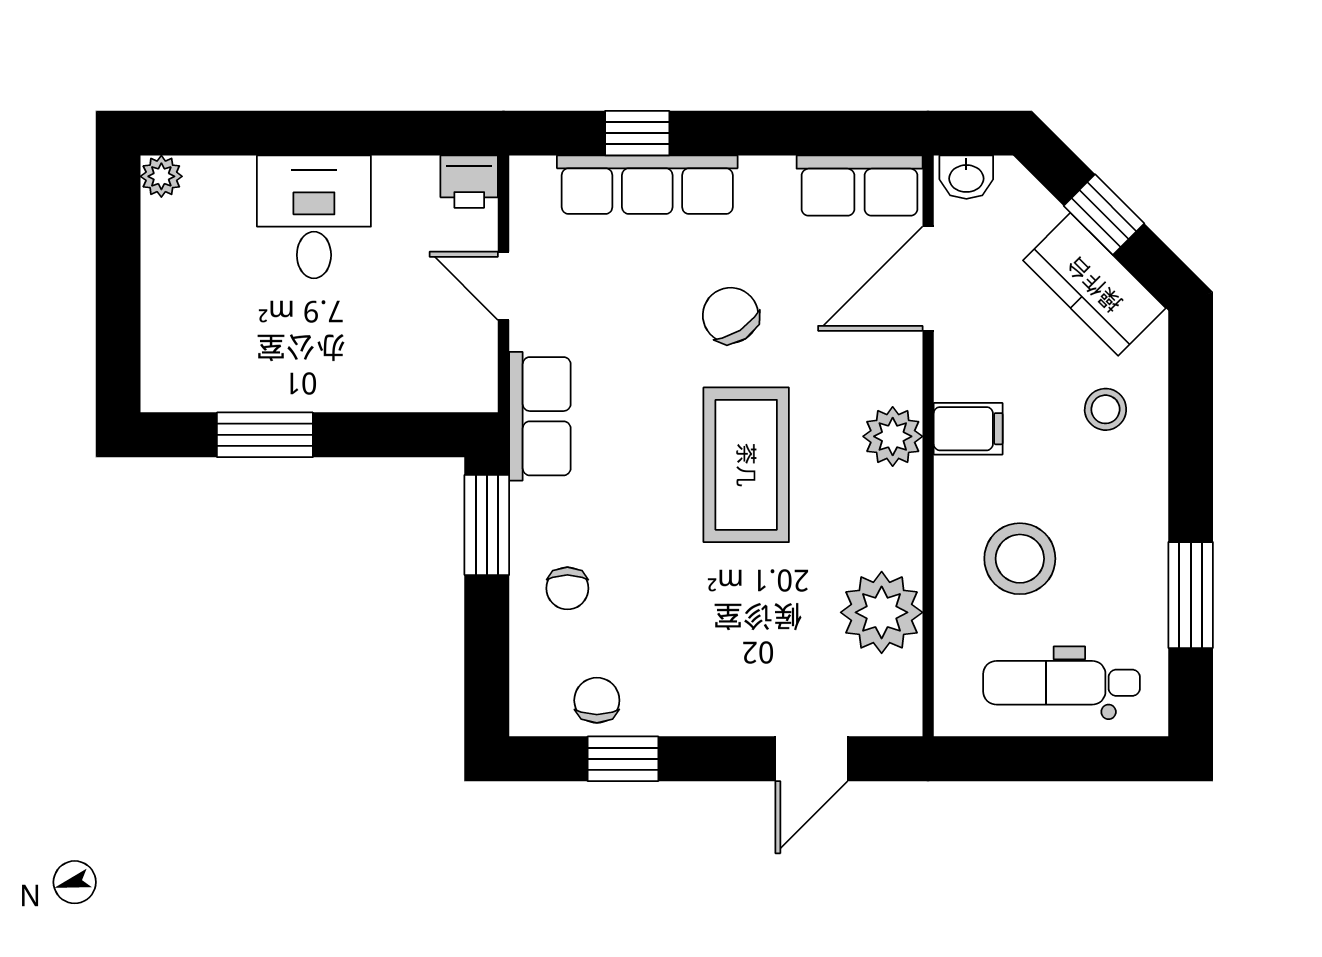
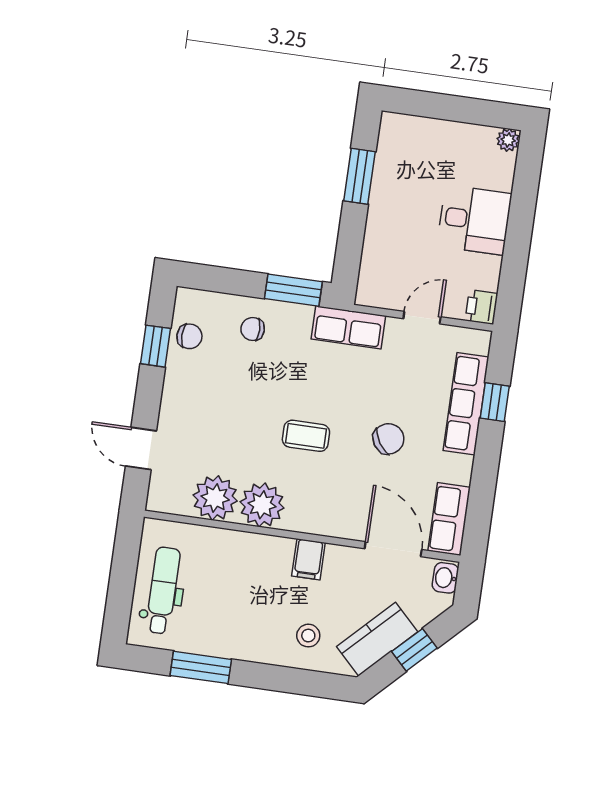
plant: (893, 436) -> (262, 505), moved, width x1.36, depth x1.36
coffee table: (746, 465) -> (306, 436), width x0.54, depth x0.58
stool: (1020, 559) -> (234, 577), removed

